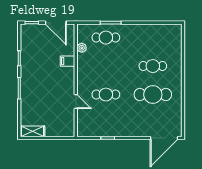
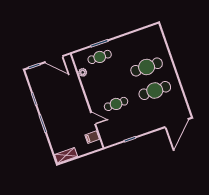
filing cabinet: (68, 61) -> (92, 137), moved
cafe table: (153, 66) -> (147, 67), width x1.37, depth x1.35

